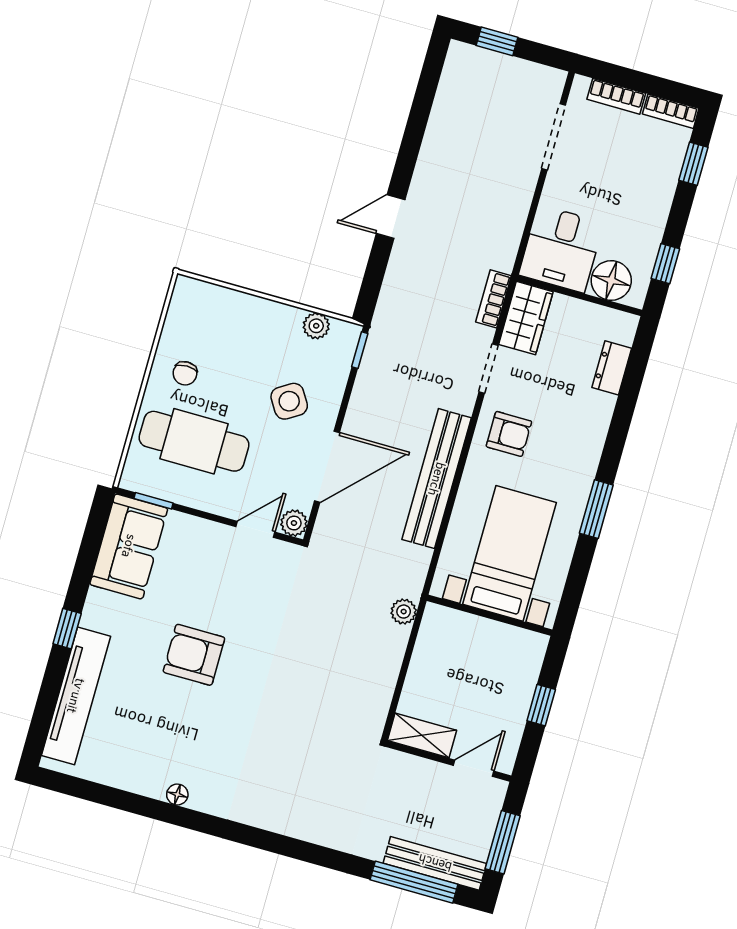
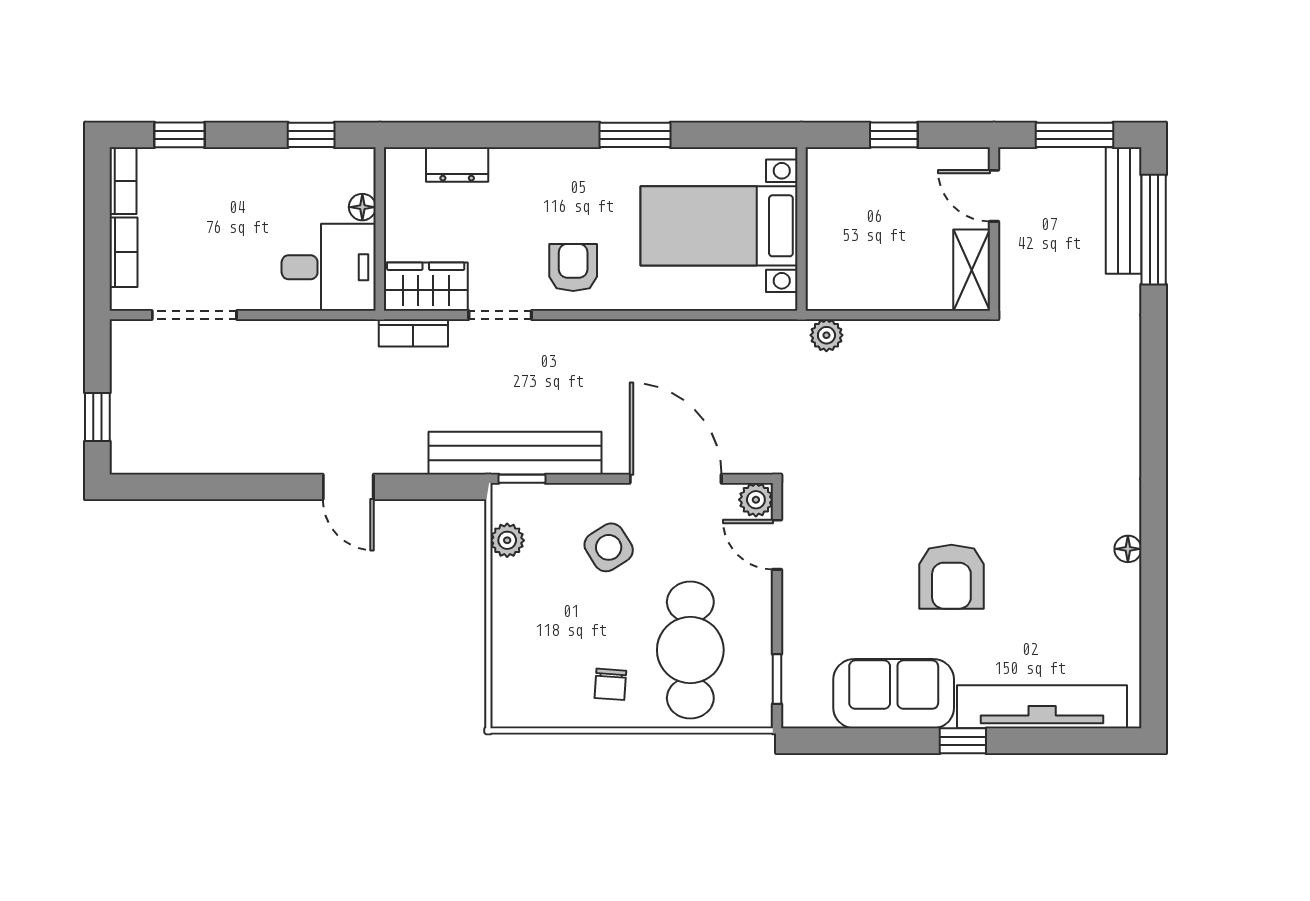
floor lamp: (611, 281) -> (362, 207), width x0.53, depth x0.53
chair: (185, 373) -> (610, 684), turned 94
bench: (437, 479) -> (515, 453), moved
sofa: (129, 546) -> (894, 694), moved

